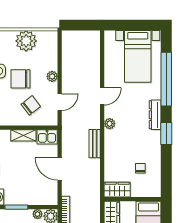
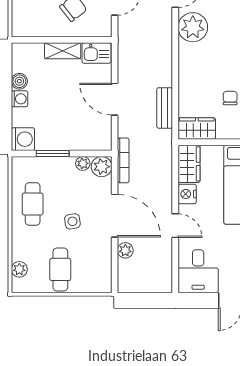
plant: (110, 124) -> (193, 27), width x1.87, depth x1.87
bench: (95, 144) -> (165, 108), moved

